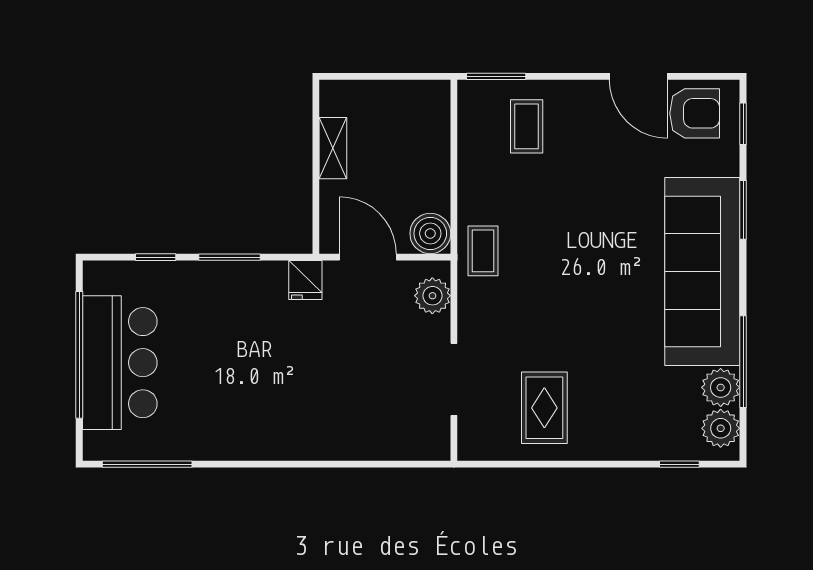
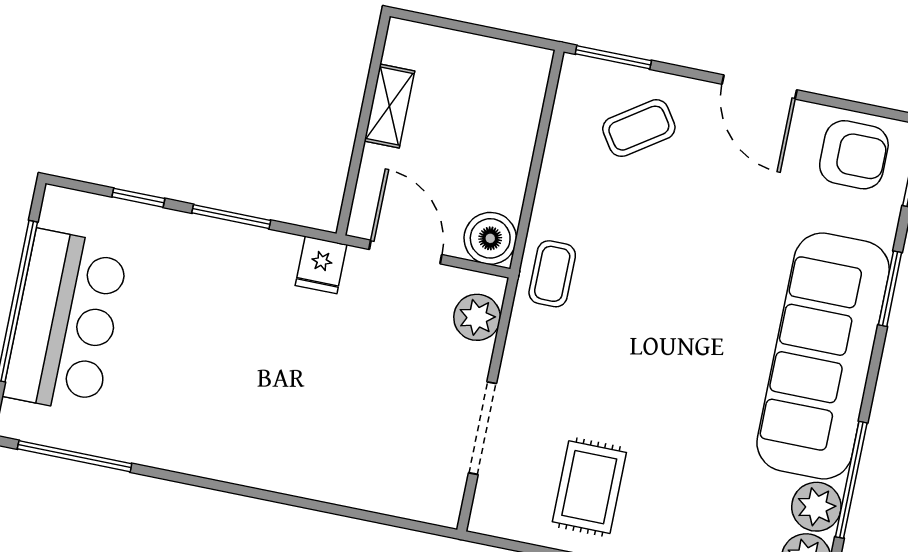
door: (638, 76) -> (759, 87), moved
coffee table: (527, 126) -> (639, 128), turned 56

